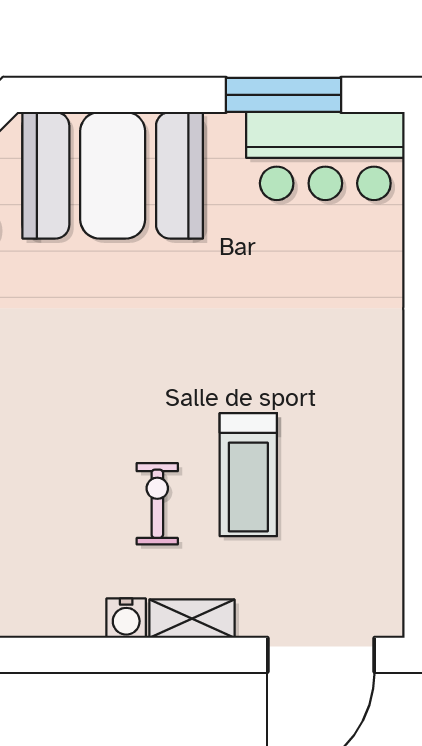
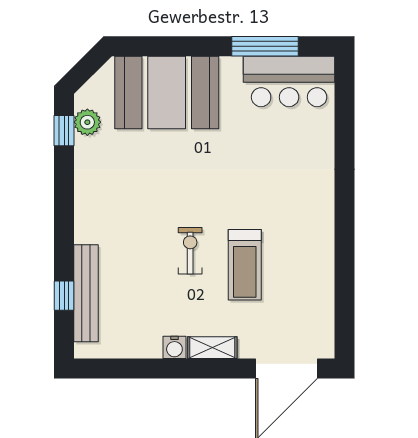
exercise bike: (157, 504) -> (190, 251), moved

